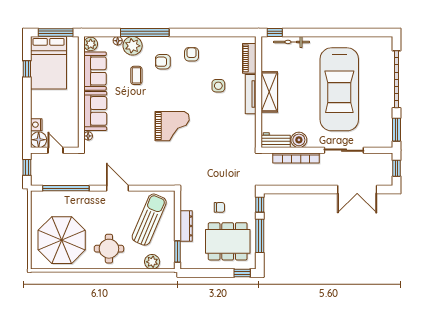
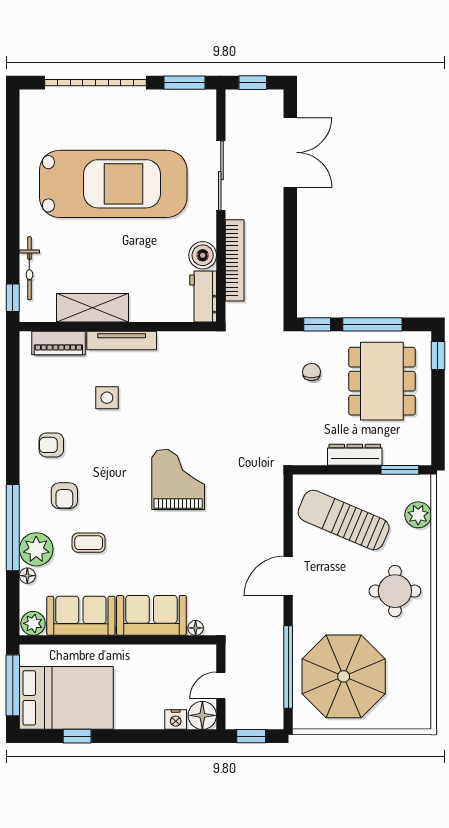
shelving: (269, 92) -> (93, 308), moved
chair: (219, 207) -> (312, 372), moved
parasol: (62, 240) -> (344, 676), moved

